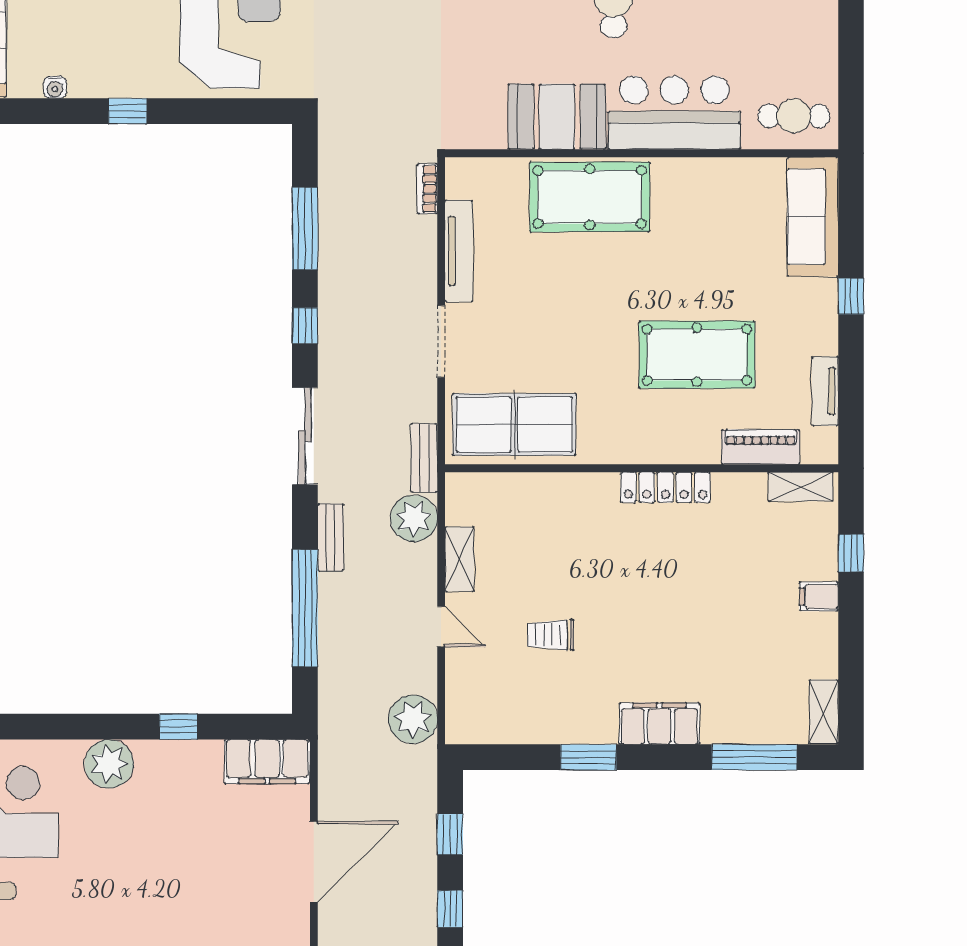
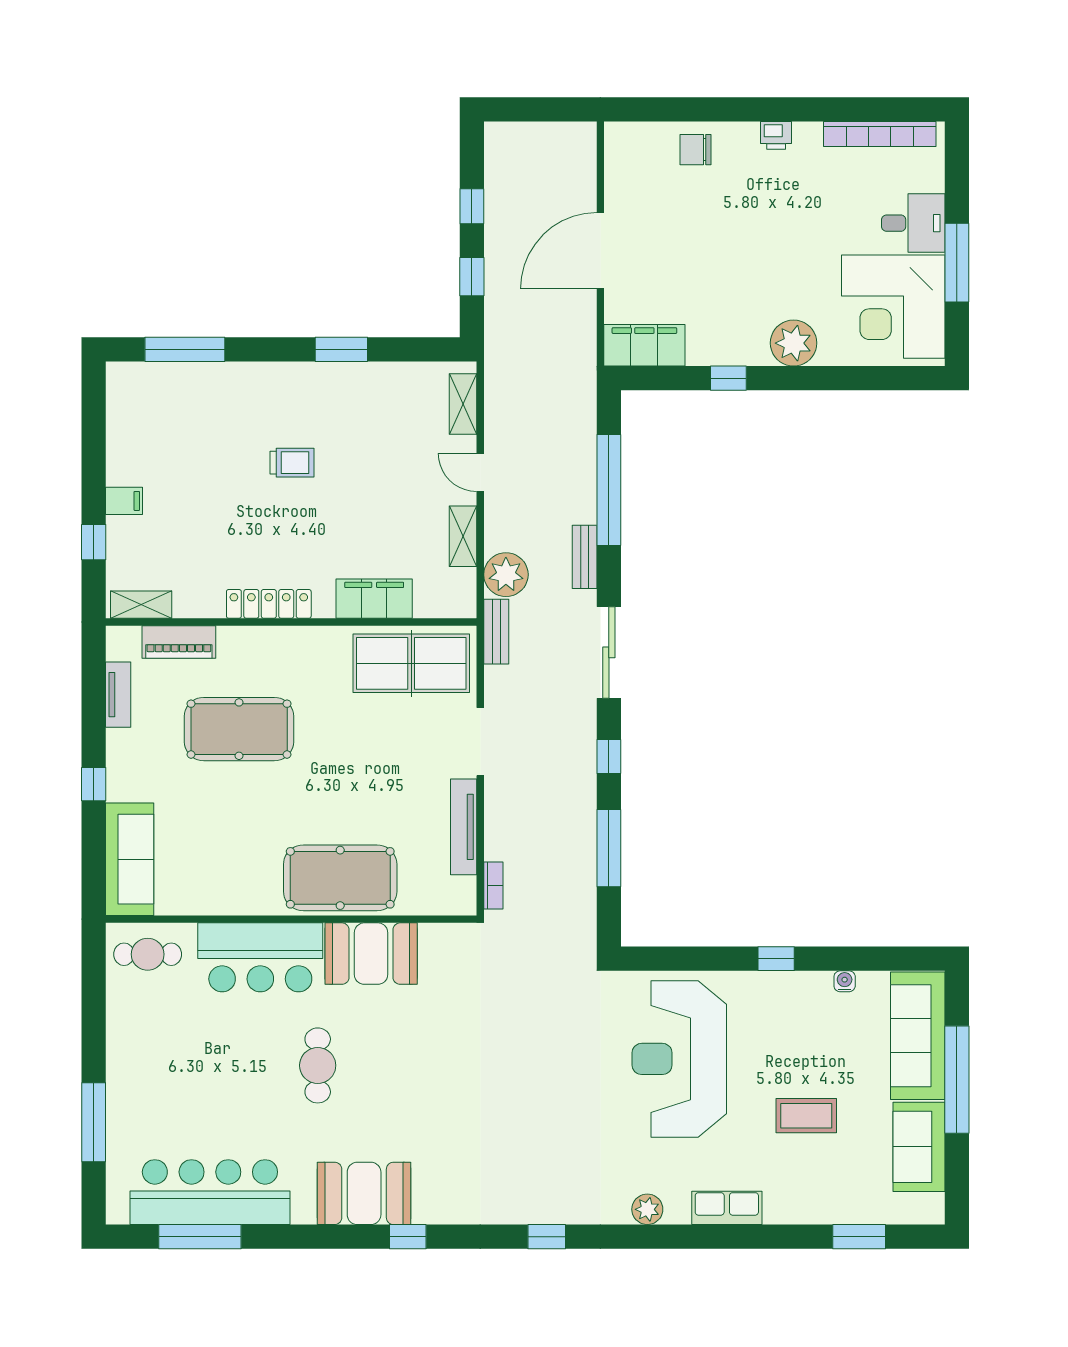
trolley: (551, 635) -> (292, 463), moved
shelving: (824, 712) -> (463, 404), moved
plant: (413, 719) -> (507, 385), removed
filing cabinet: (659, 724) -> (374, 599), moved, turned 180

